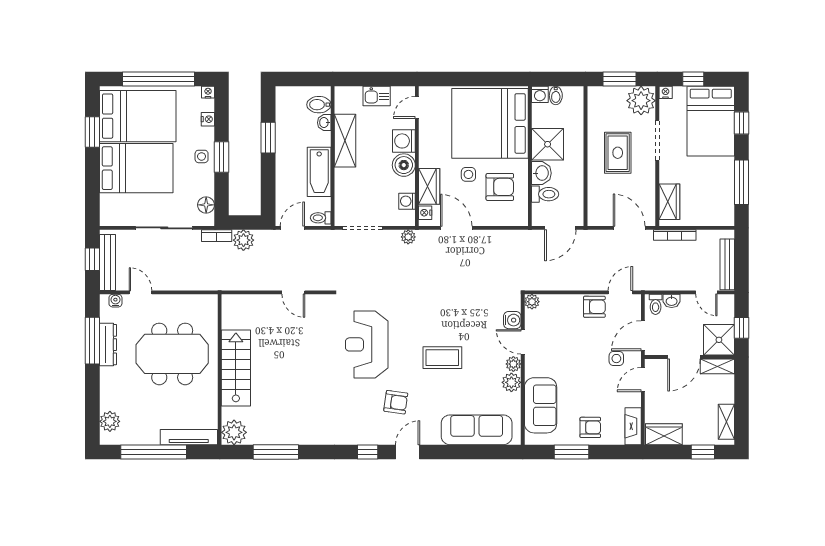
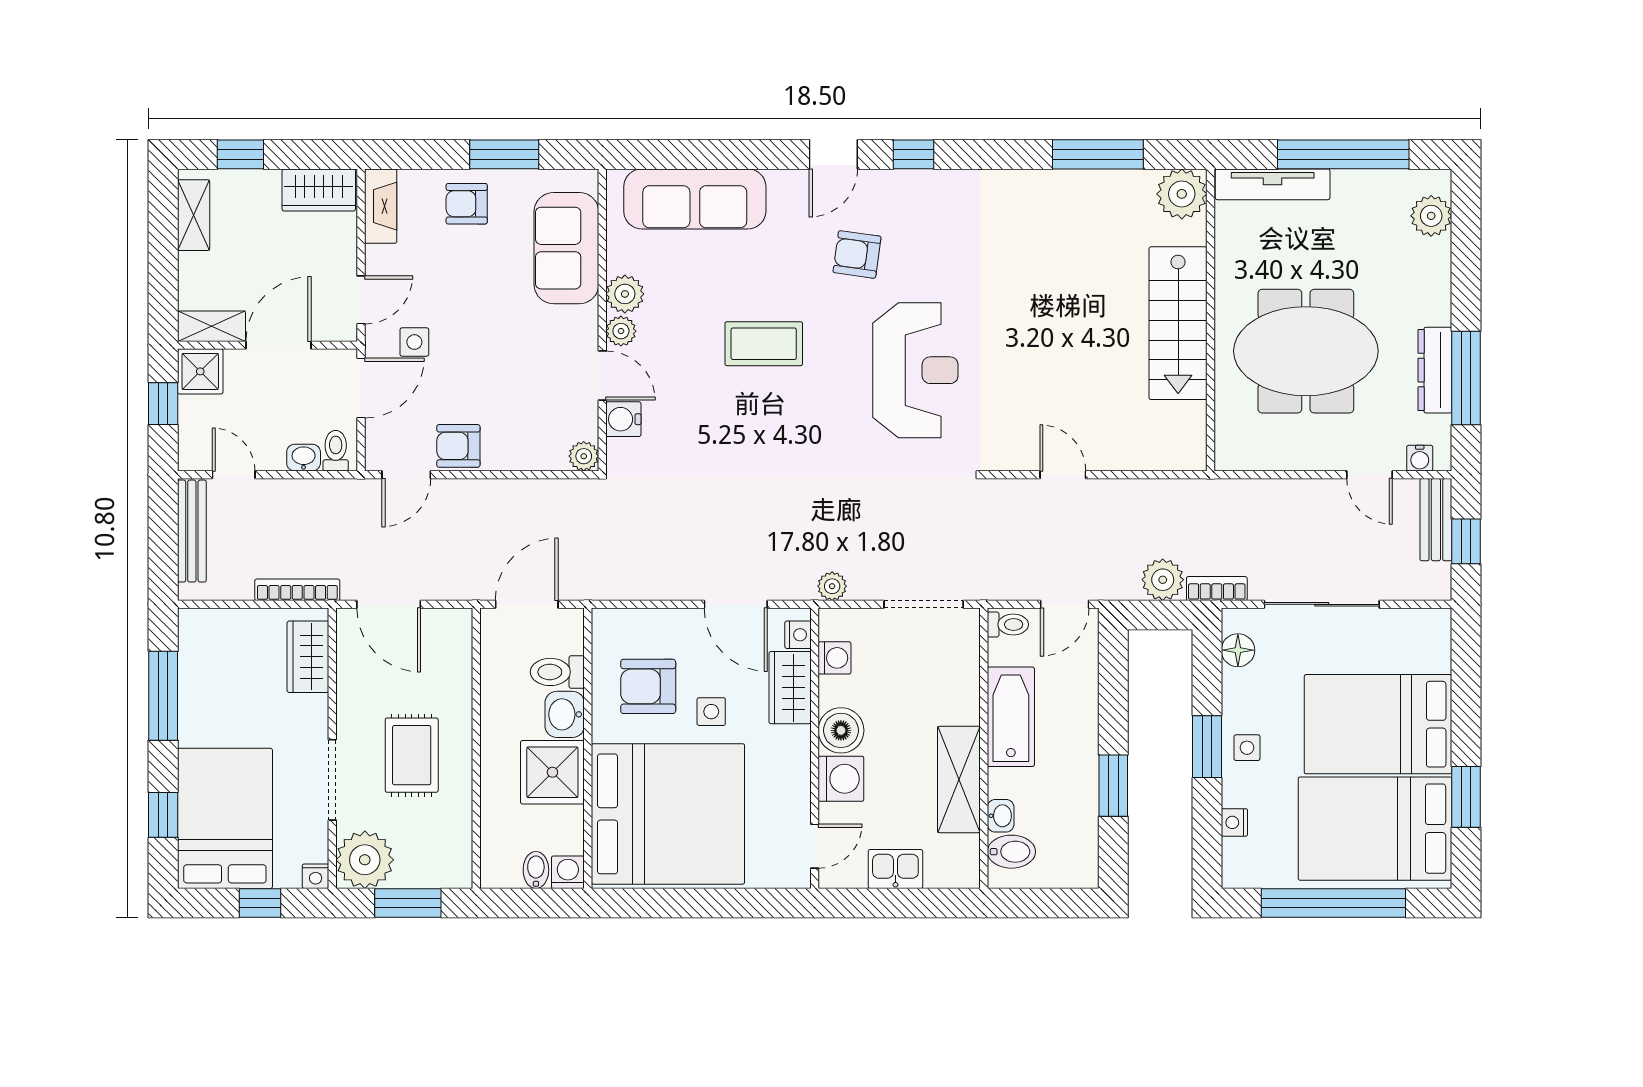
nightstand: (208, 92) -> (1234, 877), removed
bench: (107, 263) -> (1436, 520), width x0.73
shower: (719, 340) -> (200, 371), width x0.73, depth x0.73

